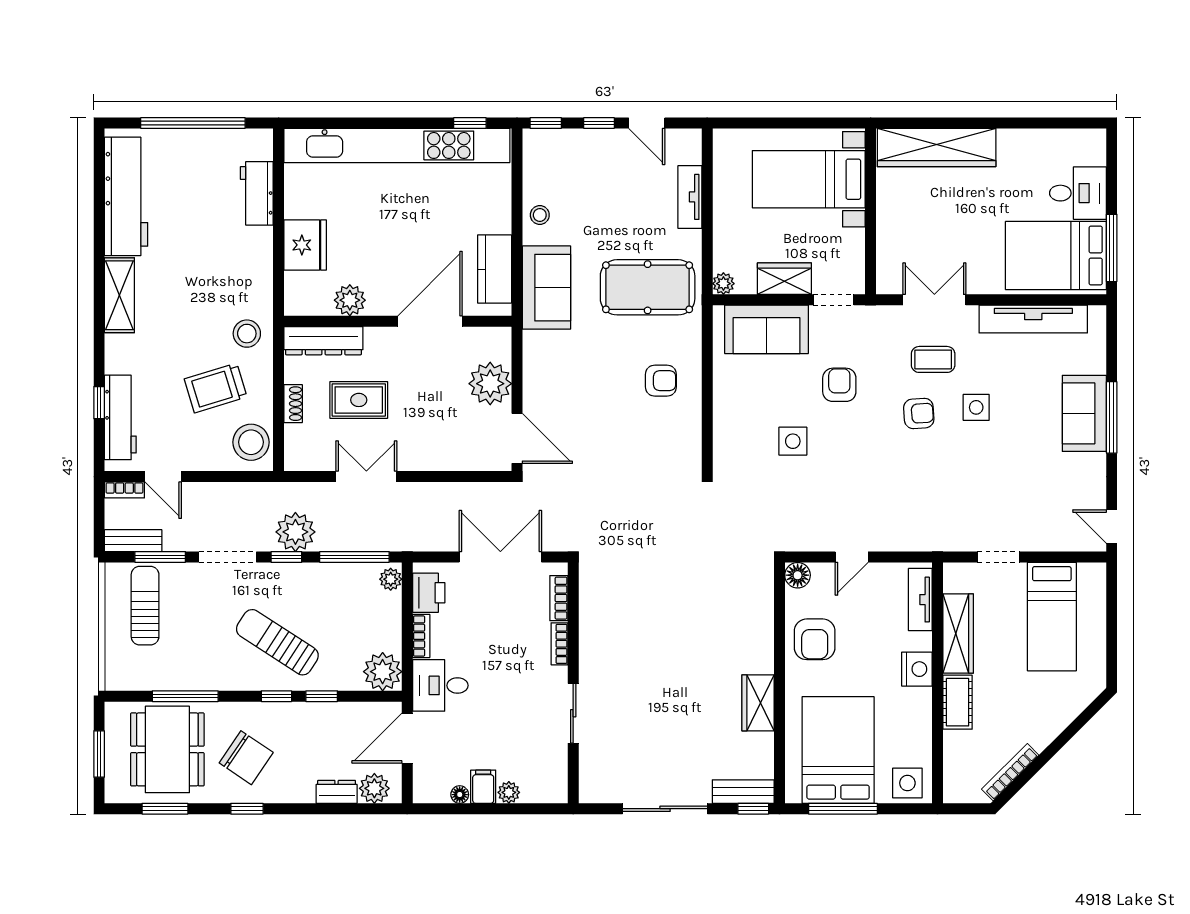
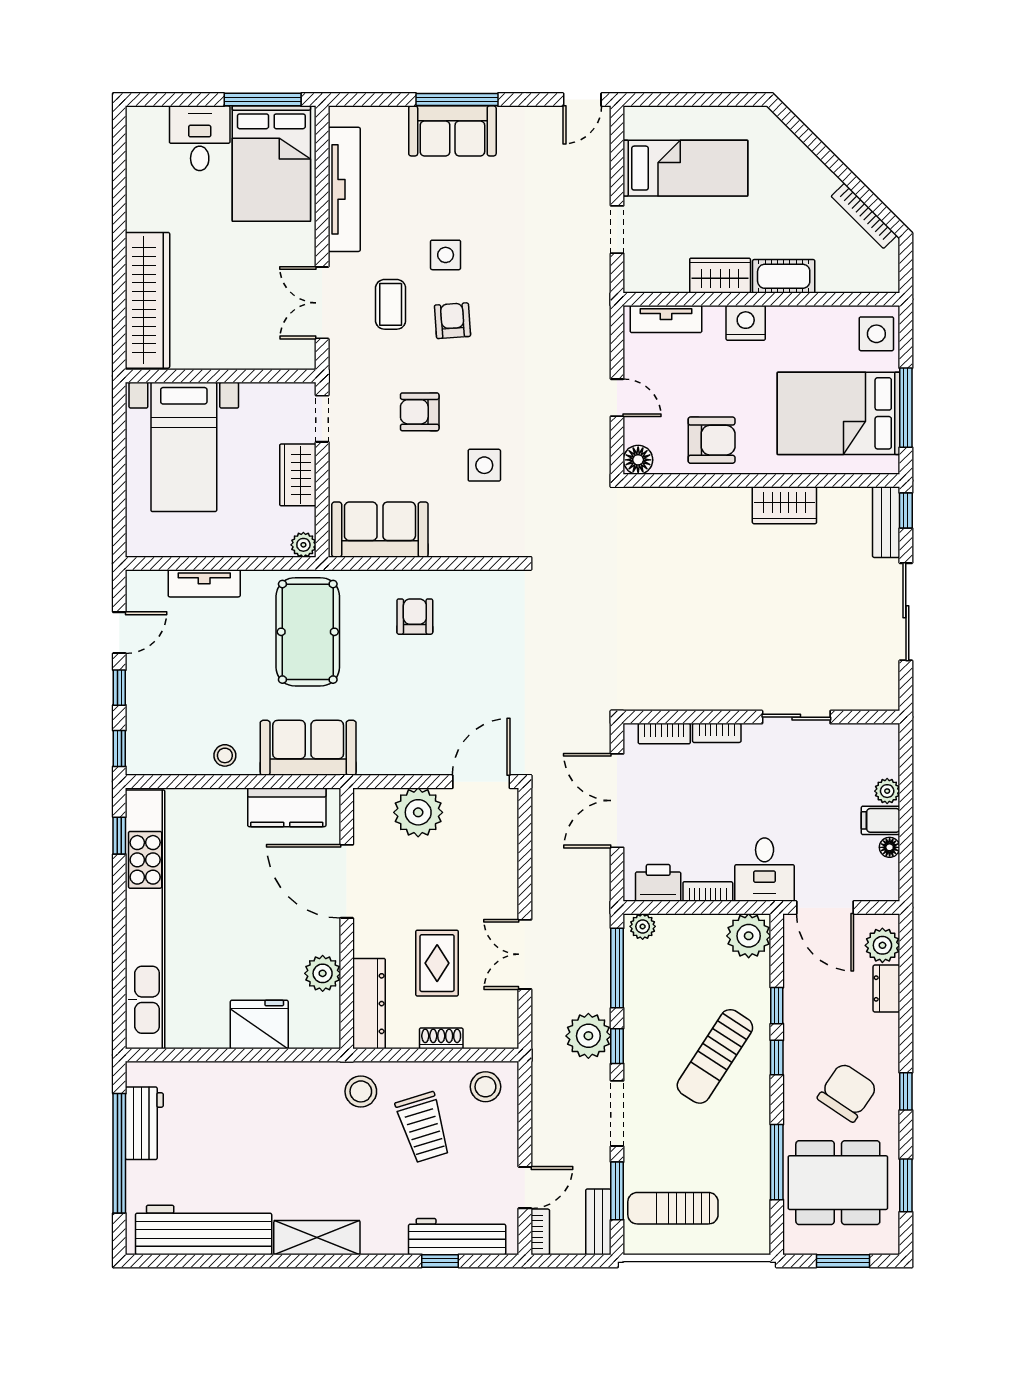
workbench: (257, 193) -> (144, 1123), moved, turned -90
sofa: (767, 329) -> (380, 530), moved, turned -90
stool: (251, 442) -> (485, 1087), width x0.73, depth x0.73
wardrobe: (958, 633) -> (720, 276), width x0.67

